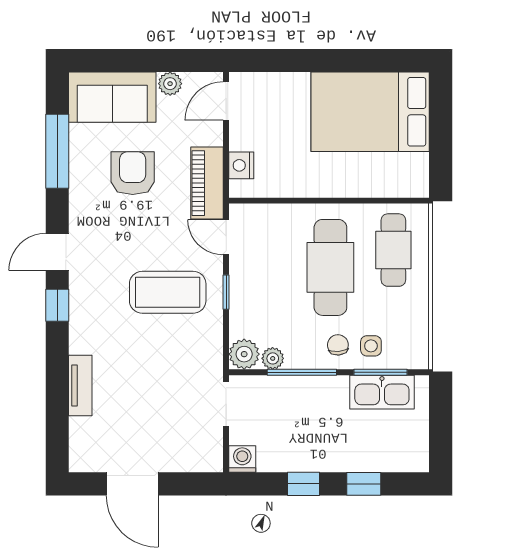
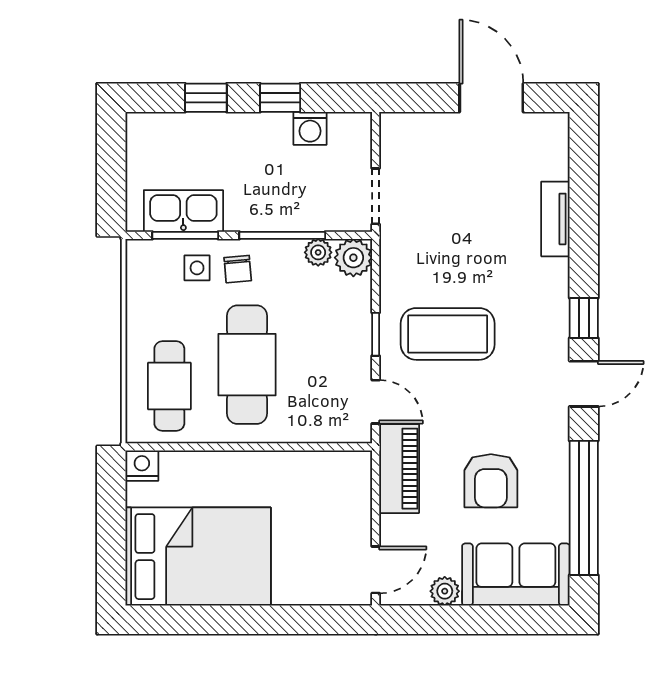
window: (57, 151) -> (584, 508), width x1.46
nightstand: (241, 165) -> (142, 466), moved, turned -90
washing machine: (242, 459) -> (310, 128), moved

